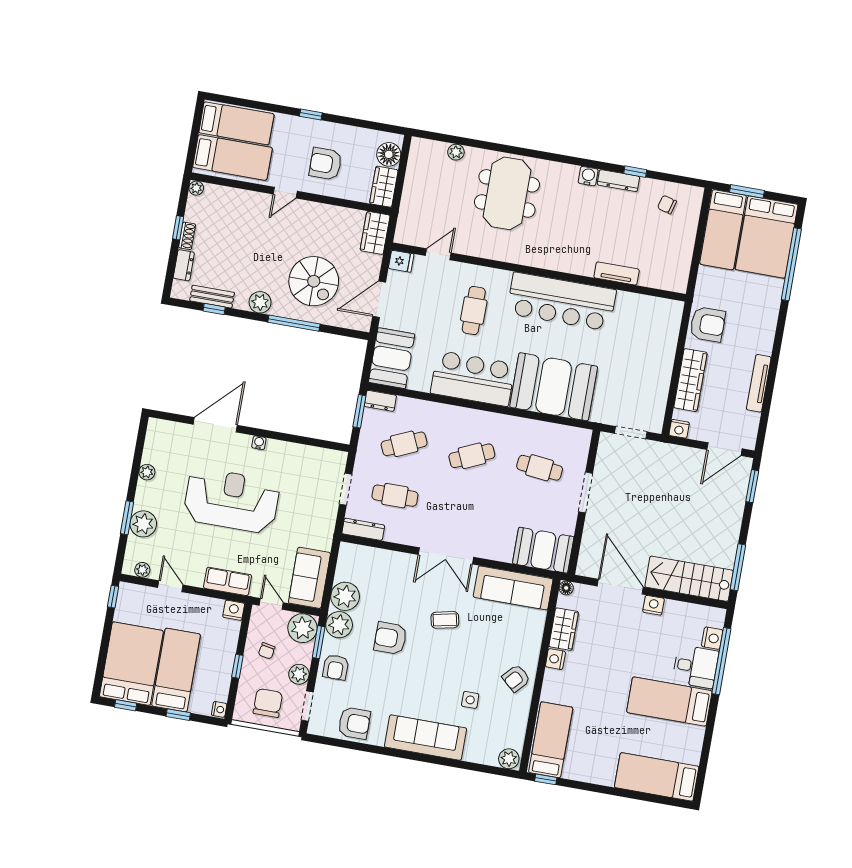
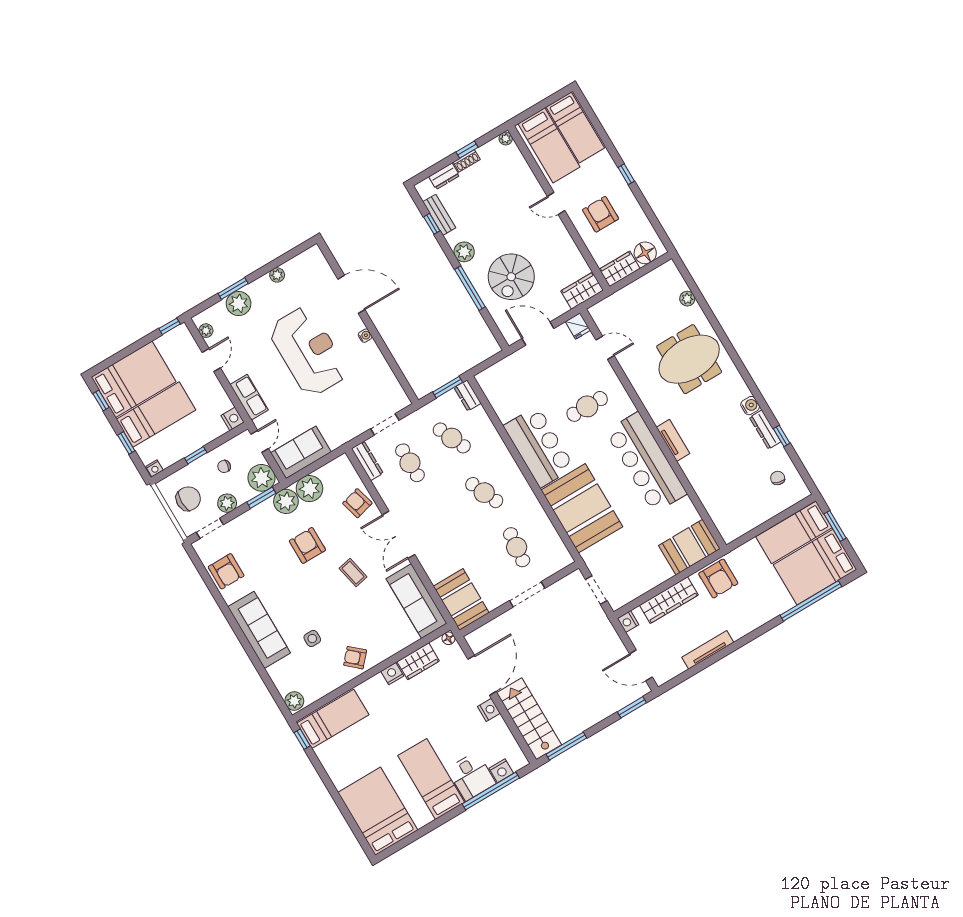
tv unit: (617, 273) -> (673, 440), moved
booth: (392, 358) -> (689, 547), moved
armchair: (336, 667) -> (357, 503), moved, turned 75
bed: (657, 777) -> (378, 811), width x1.50

